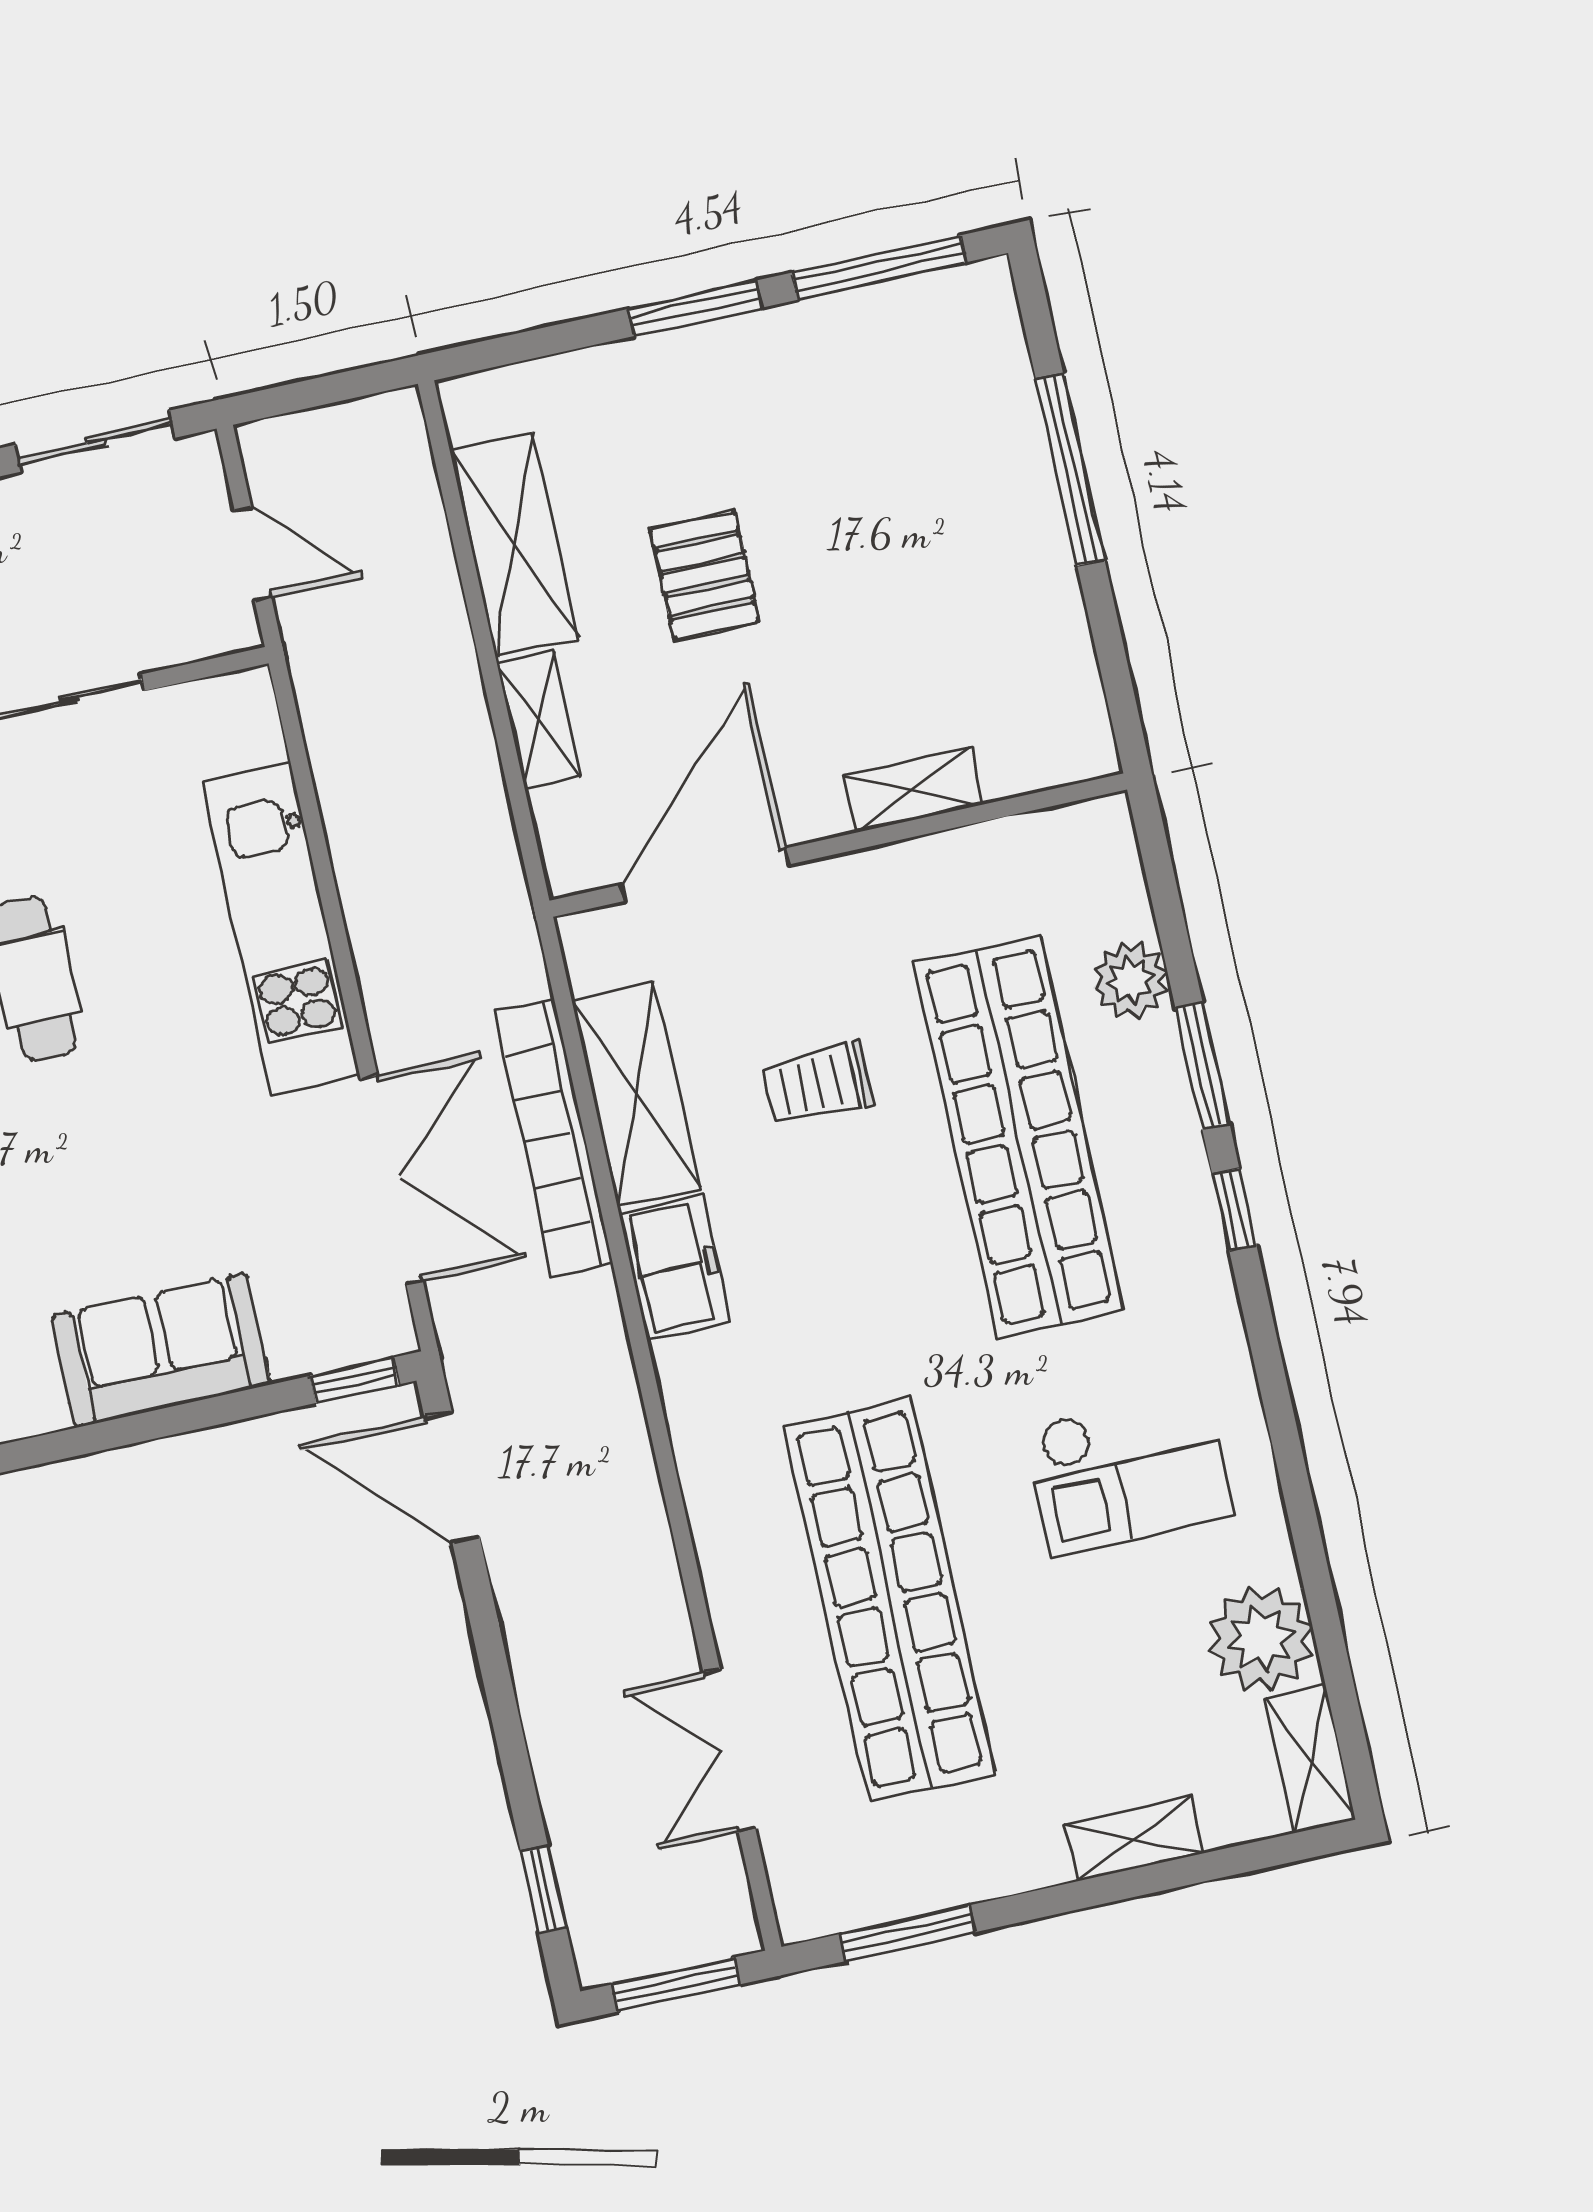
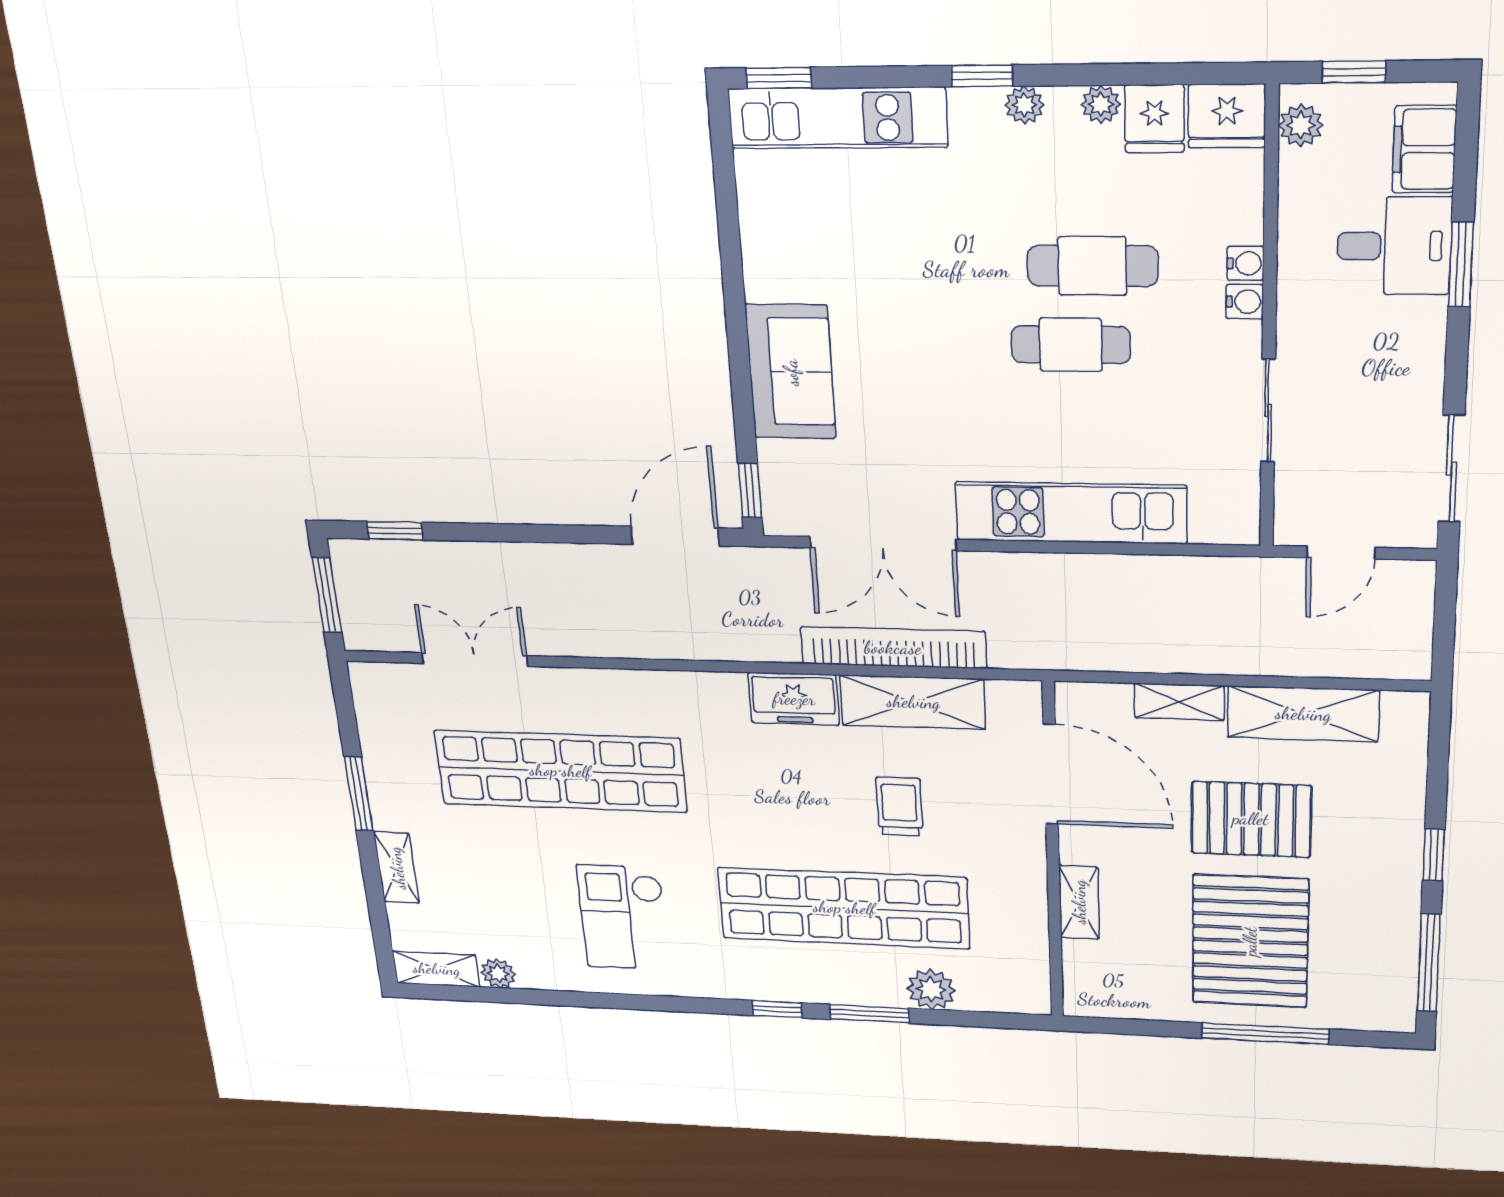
window: (695, 308) -> (1434, 855), width x0.67
pallet: (912, 529) -> (1250, 941), added
pallet: (705, 575) -> (1251, 819), width x1.50, depth x1.42
plant: (1261, 1639) -> (498, 973), width x0.53, depth x0.53
window: (908, 1933) -> (359, 794), moved

